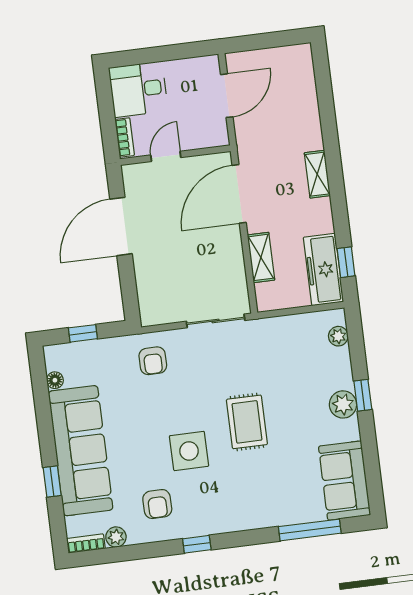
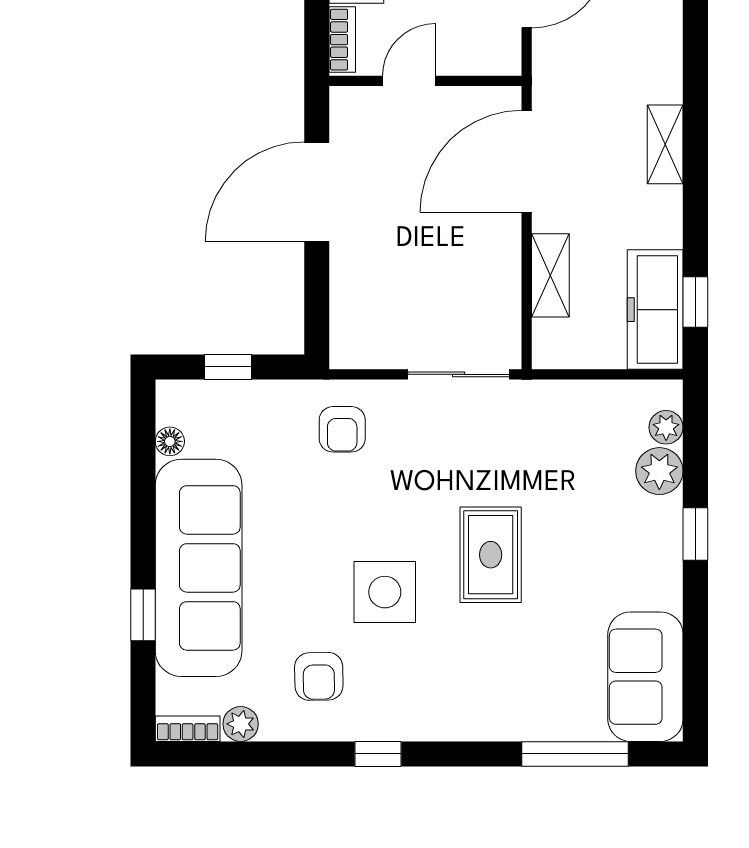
plant: (343, 404) -> (659, 471), moved

